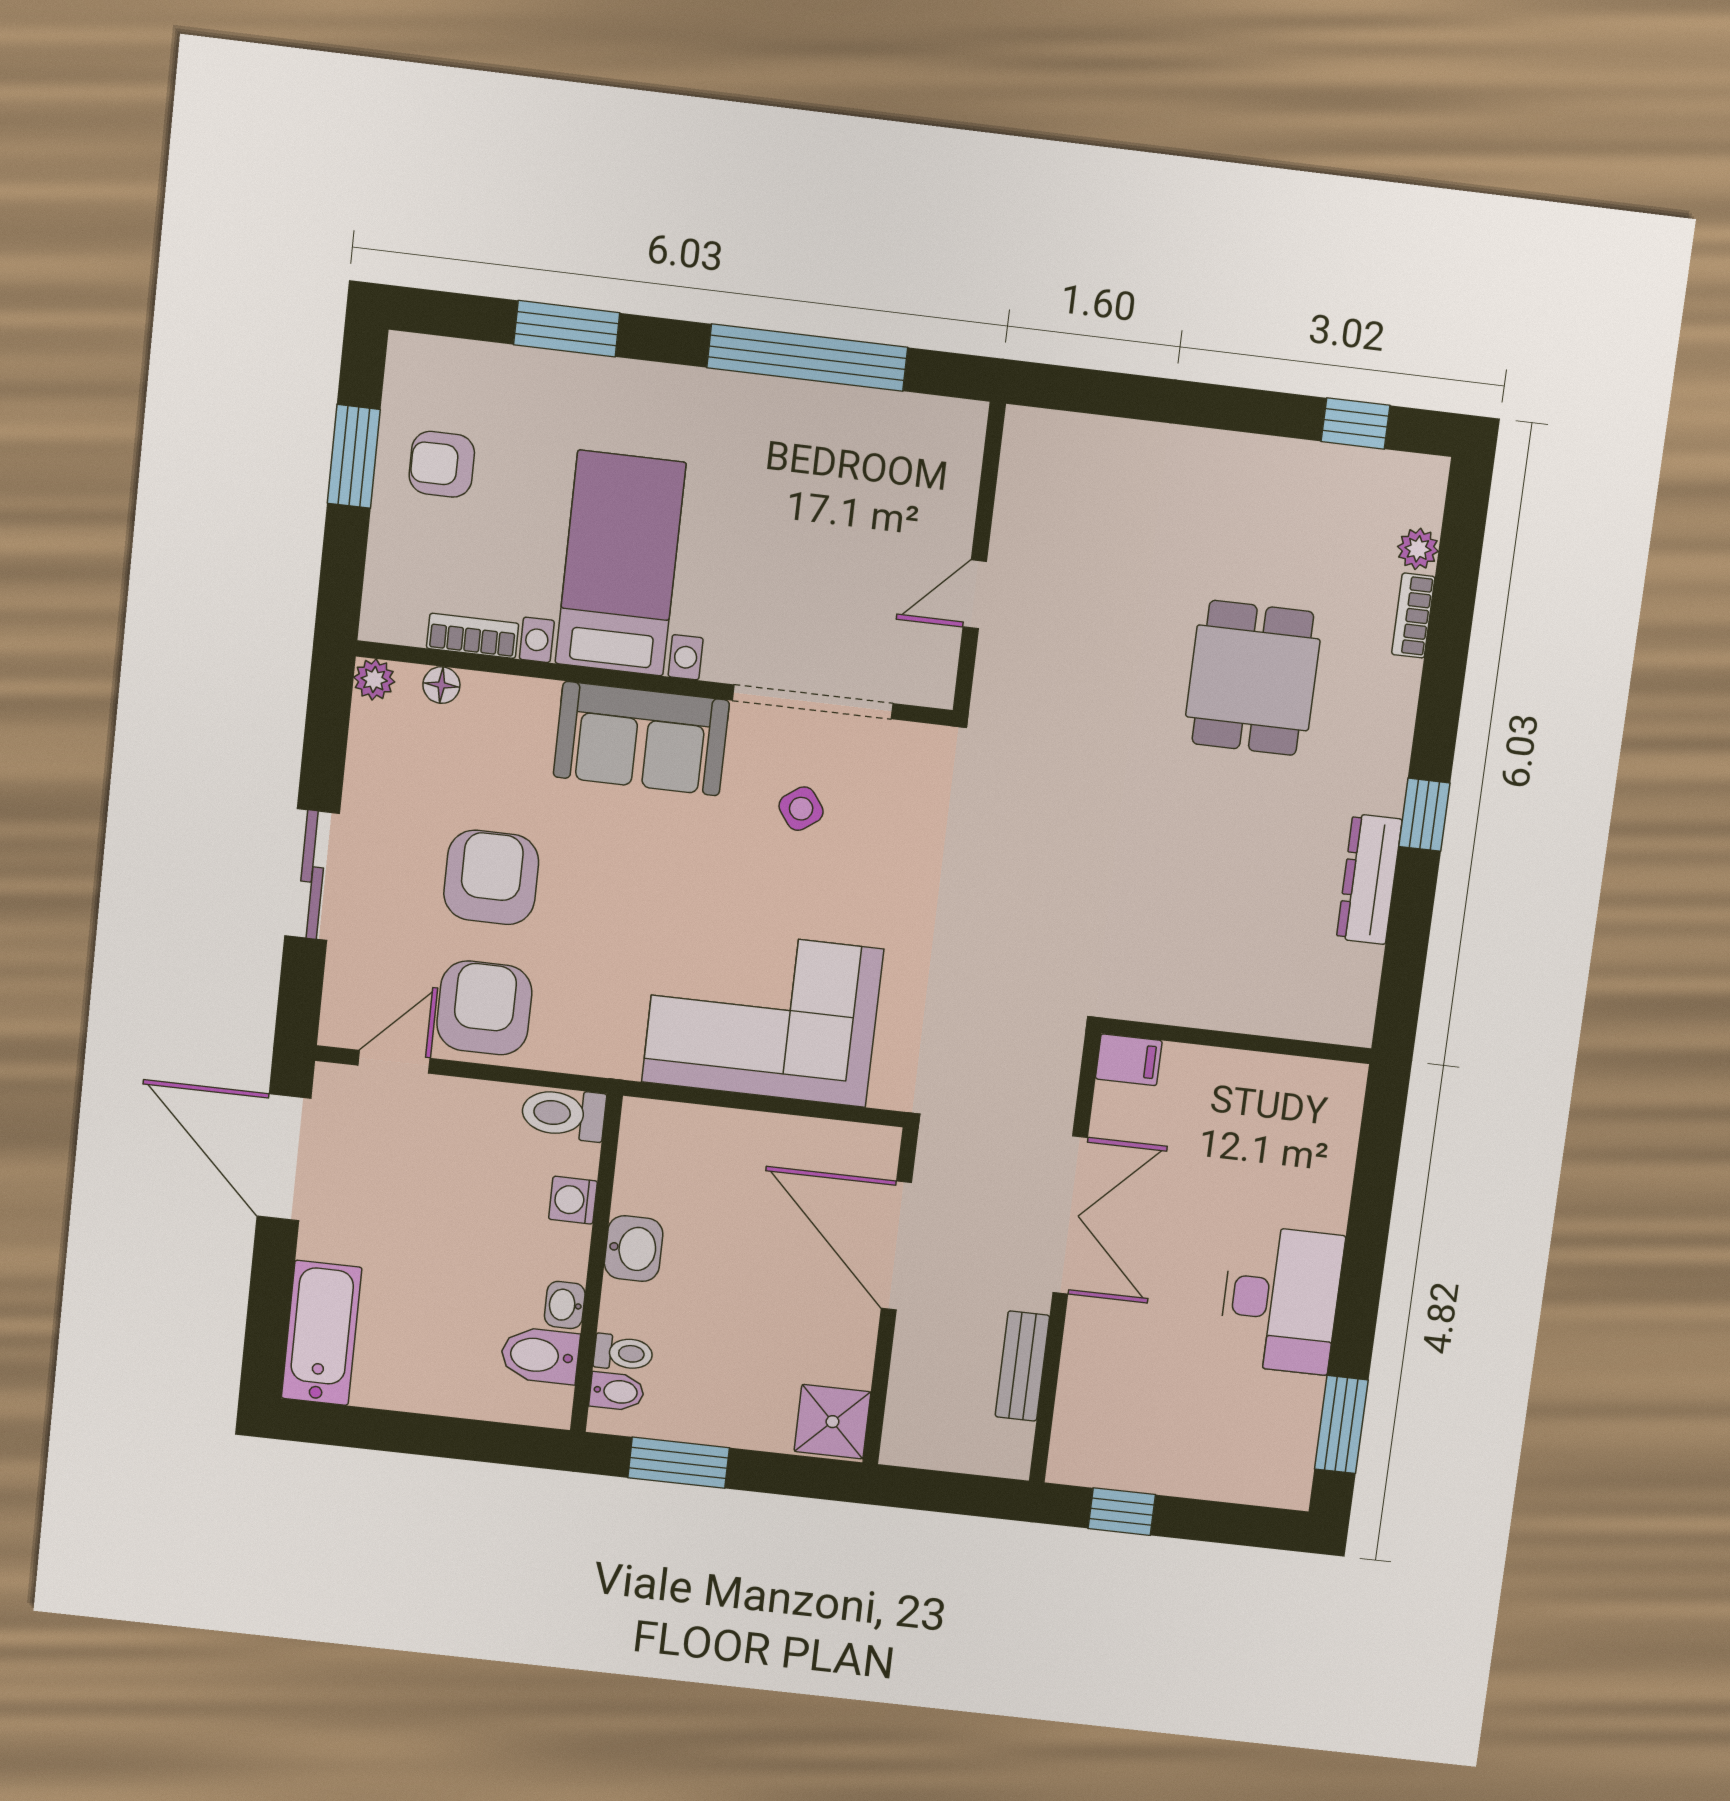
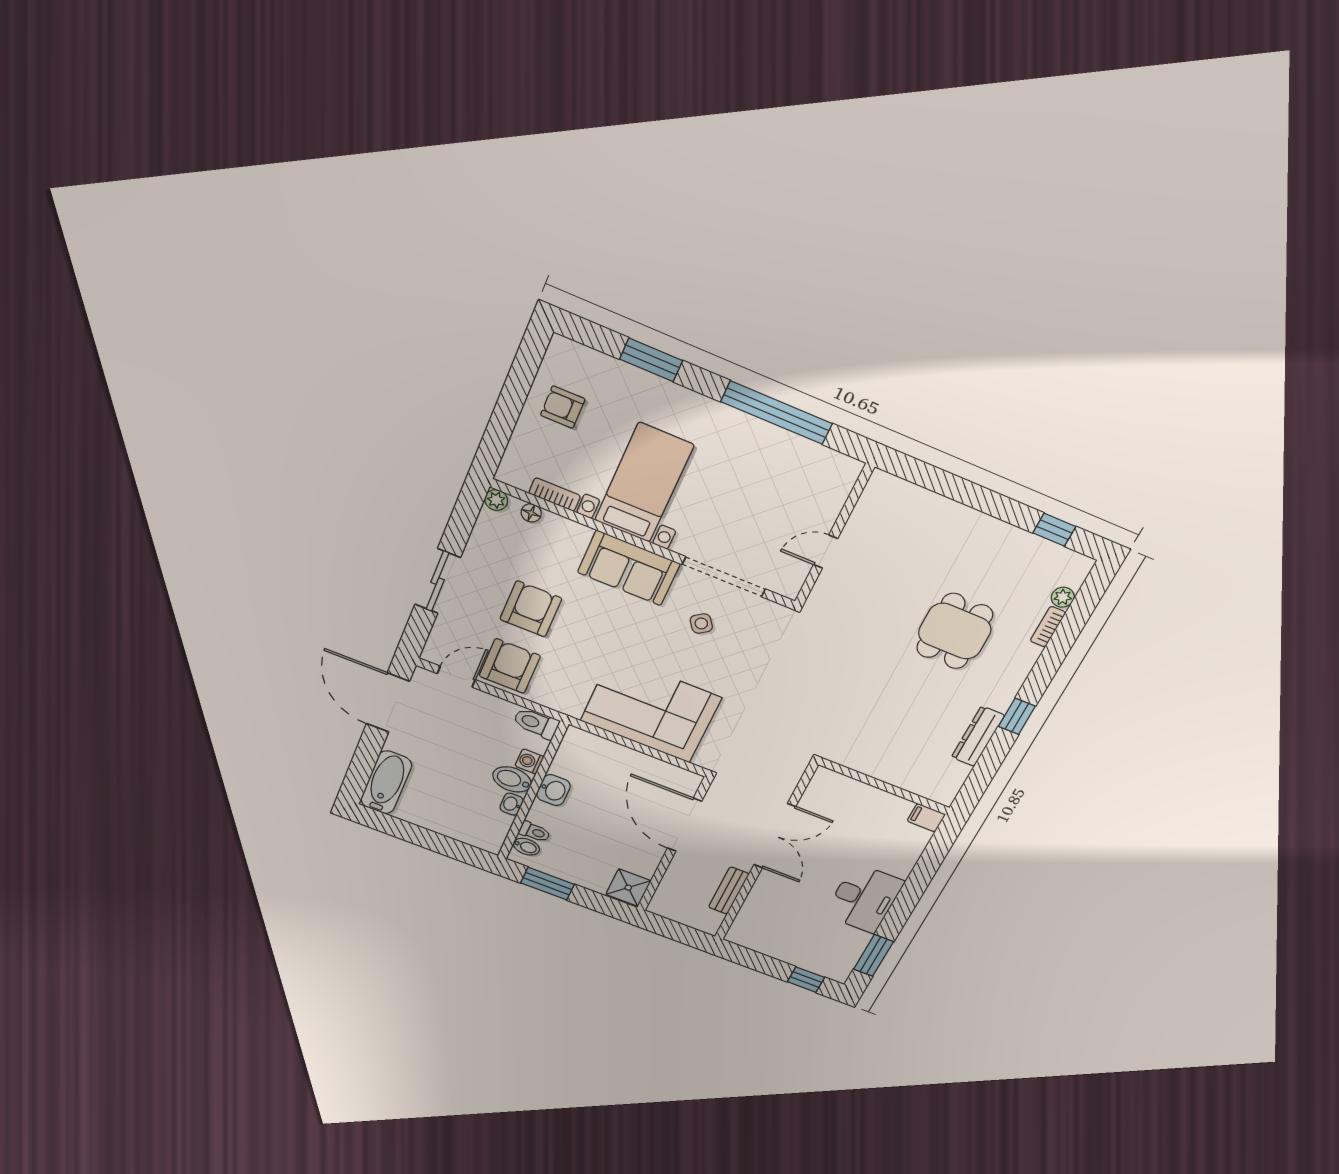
window: (354, 456) -> (516, 389), removed
filing cabinet: (1129, 1060) -> (926, 818), moved, turned 180
bidet: (540, 1355) -> (512, 779), moved
window: (1122, 1512) -> (806, 980), moved

